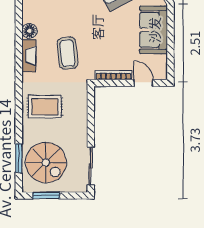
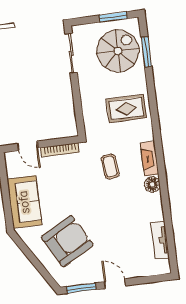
coffee table: (67, 53) -> (110, 167), width x0.73, depth x0.77
spiral stairs: (46, 163) -> (118, 51), turned 90

